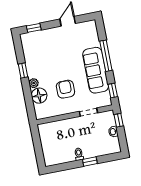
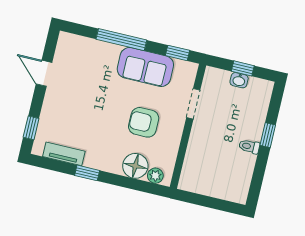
tv unit: (28, 53) -> (64, 154), added
sofa: (96, 70) -> (145, 67), width x0.73
plant: (34, 83) -> (155, 176), moved
window: (119, 120) -> (243, 68), moved

